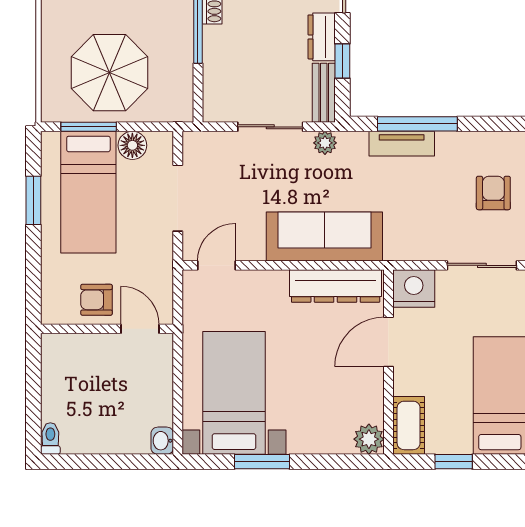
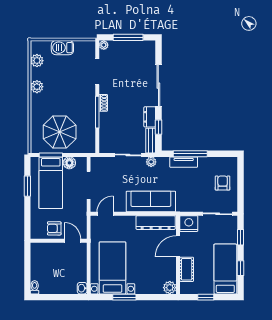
cot: (409, 425) -> (187, 269), moved

